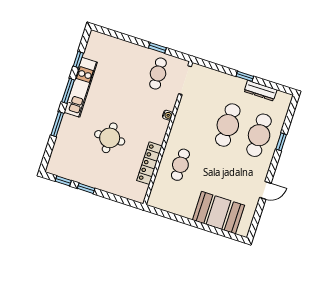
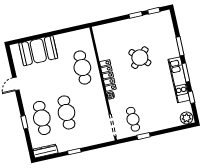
plant: (97, 40) -> (187, 118), added
dresser: (260, 91) -> (45, 151), moved
round table: (110, 138) -> (140, 58), turned 45
locker: (149, 163) -> (108, 75), moved
cafe table: (180, 165) -> (82, 68), width x1.37, depth x1.35

